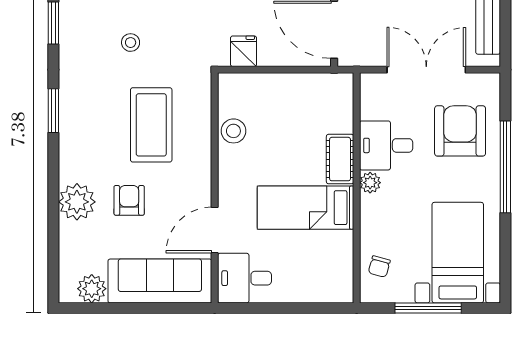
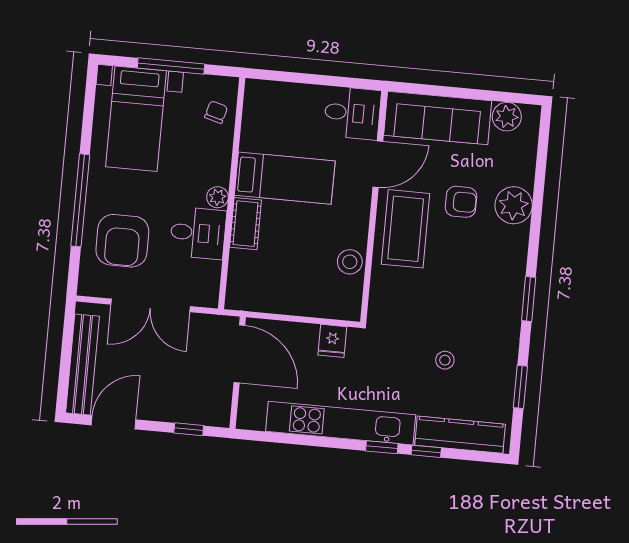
coffee table: (151, 125) -> (406, 229), moved
armchair: (129, 200) -> (461, 202), turned -90

